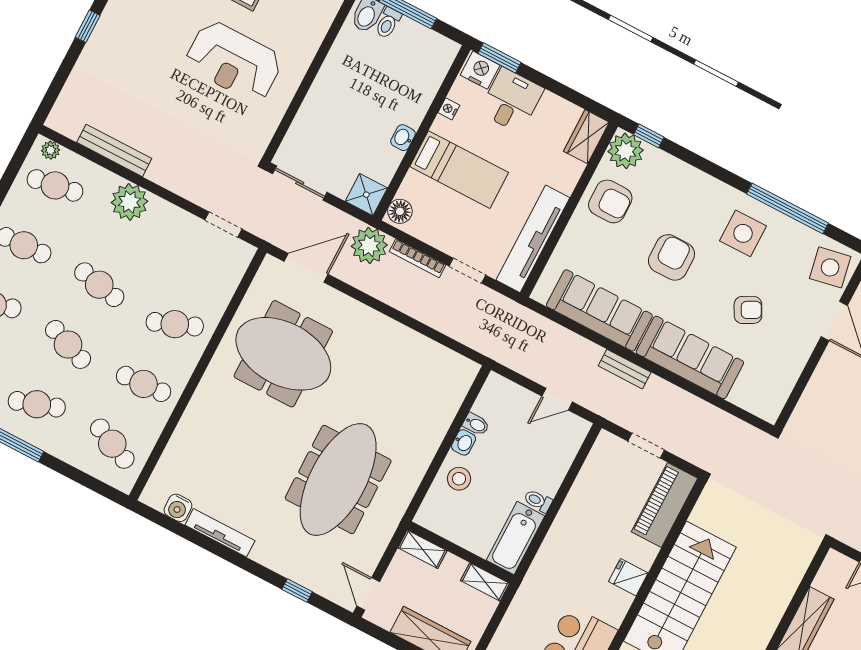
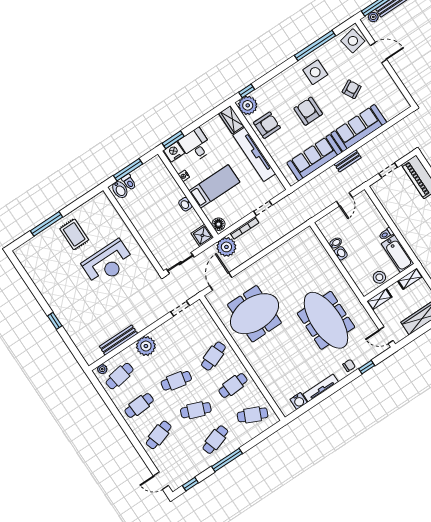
tv unit: (533, 239) -> (254, 154), moved
stool: (459, 479) -> (379, 277), moved
chair: (284, 560) -> (349, 365), added

